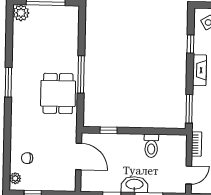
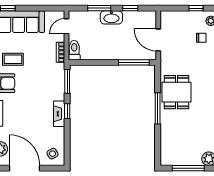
window: (190, 44) -> (67, 111), moved
window: (109, 130) -> (134, 62), width x2.17
toilet: (151, 146) -> (74, 50), moved

